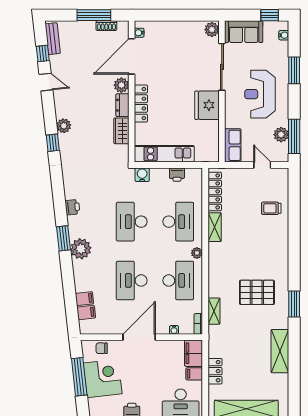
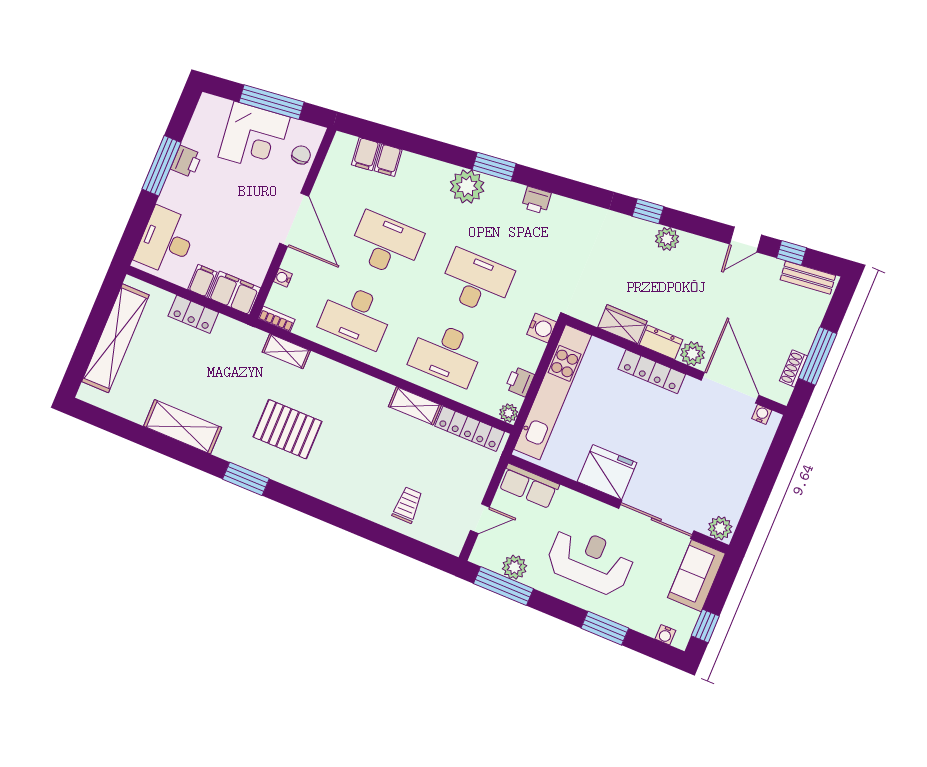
kitchen unit: (164, 154) -> (553, 392), width x1.36
plant: (197, 253) -> (509, 413), moved
pallet: (257, 292) -> (287, 429), turned 90

